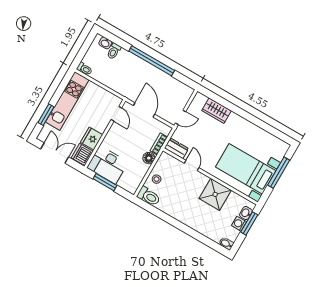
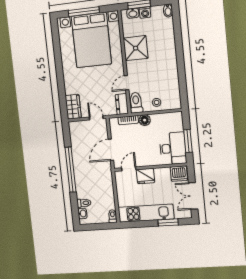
wardrobe: (217, 111) -> (73, 107), moved
fridge: (92, 139) -> (145, 176), moved
bed with nightstands: (246, 169) -> (91, 40), width x1.36
toilet: (149, 196) -> (136, 103), moved

